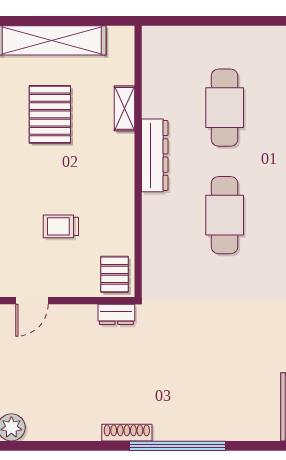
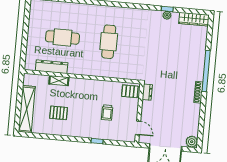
pallet: (50, 114) -> (59, 113), width x0.67, depth x0.71
dresser: (155, 155) -> (52, 67), moved
cafe table: (225, 215) -> (109, 42), turned 90

